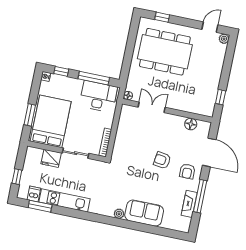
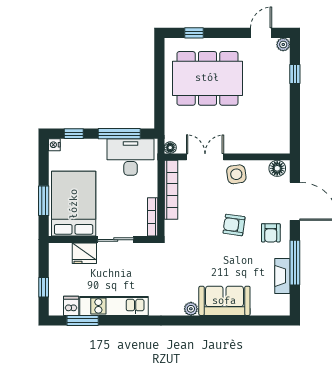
window: (221, 97) -> (295, 74), moved
side table: (171, 124) -> (236, 174), added
floor lamp: (191, 124) -> (277, 168), moved
bookcase: (122, 126) -> (171, 190), added

